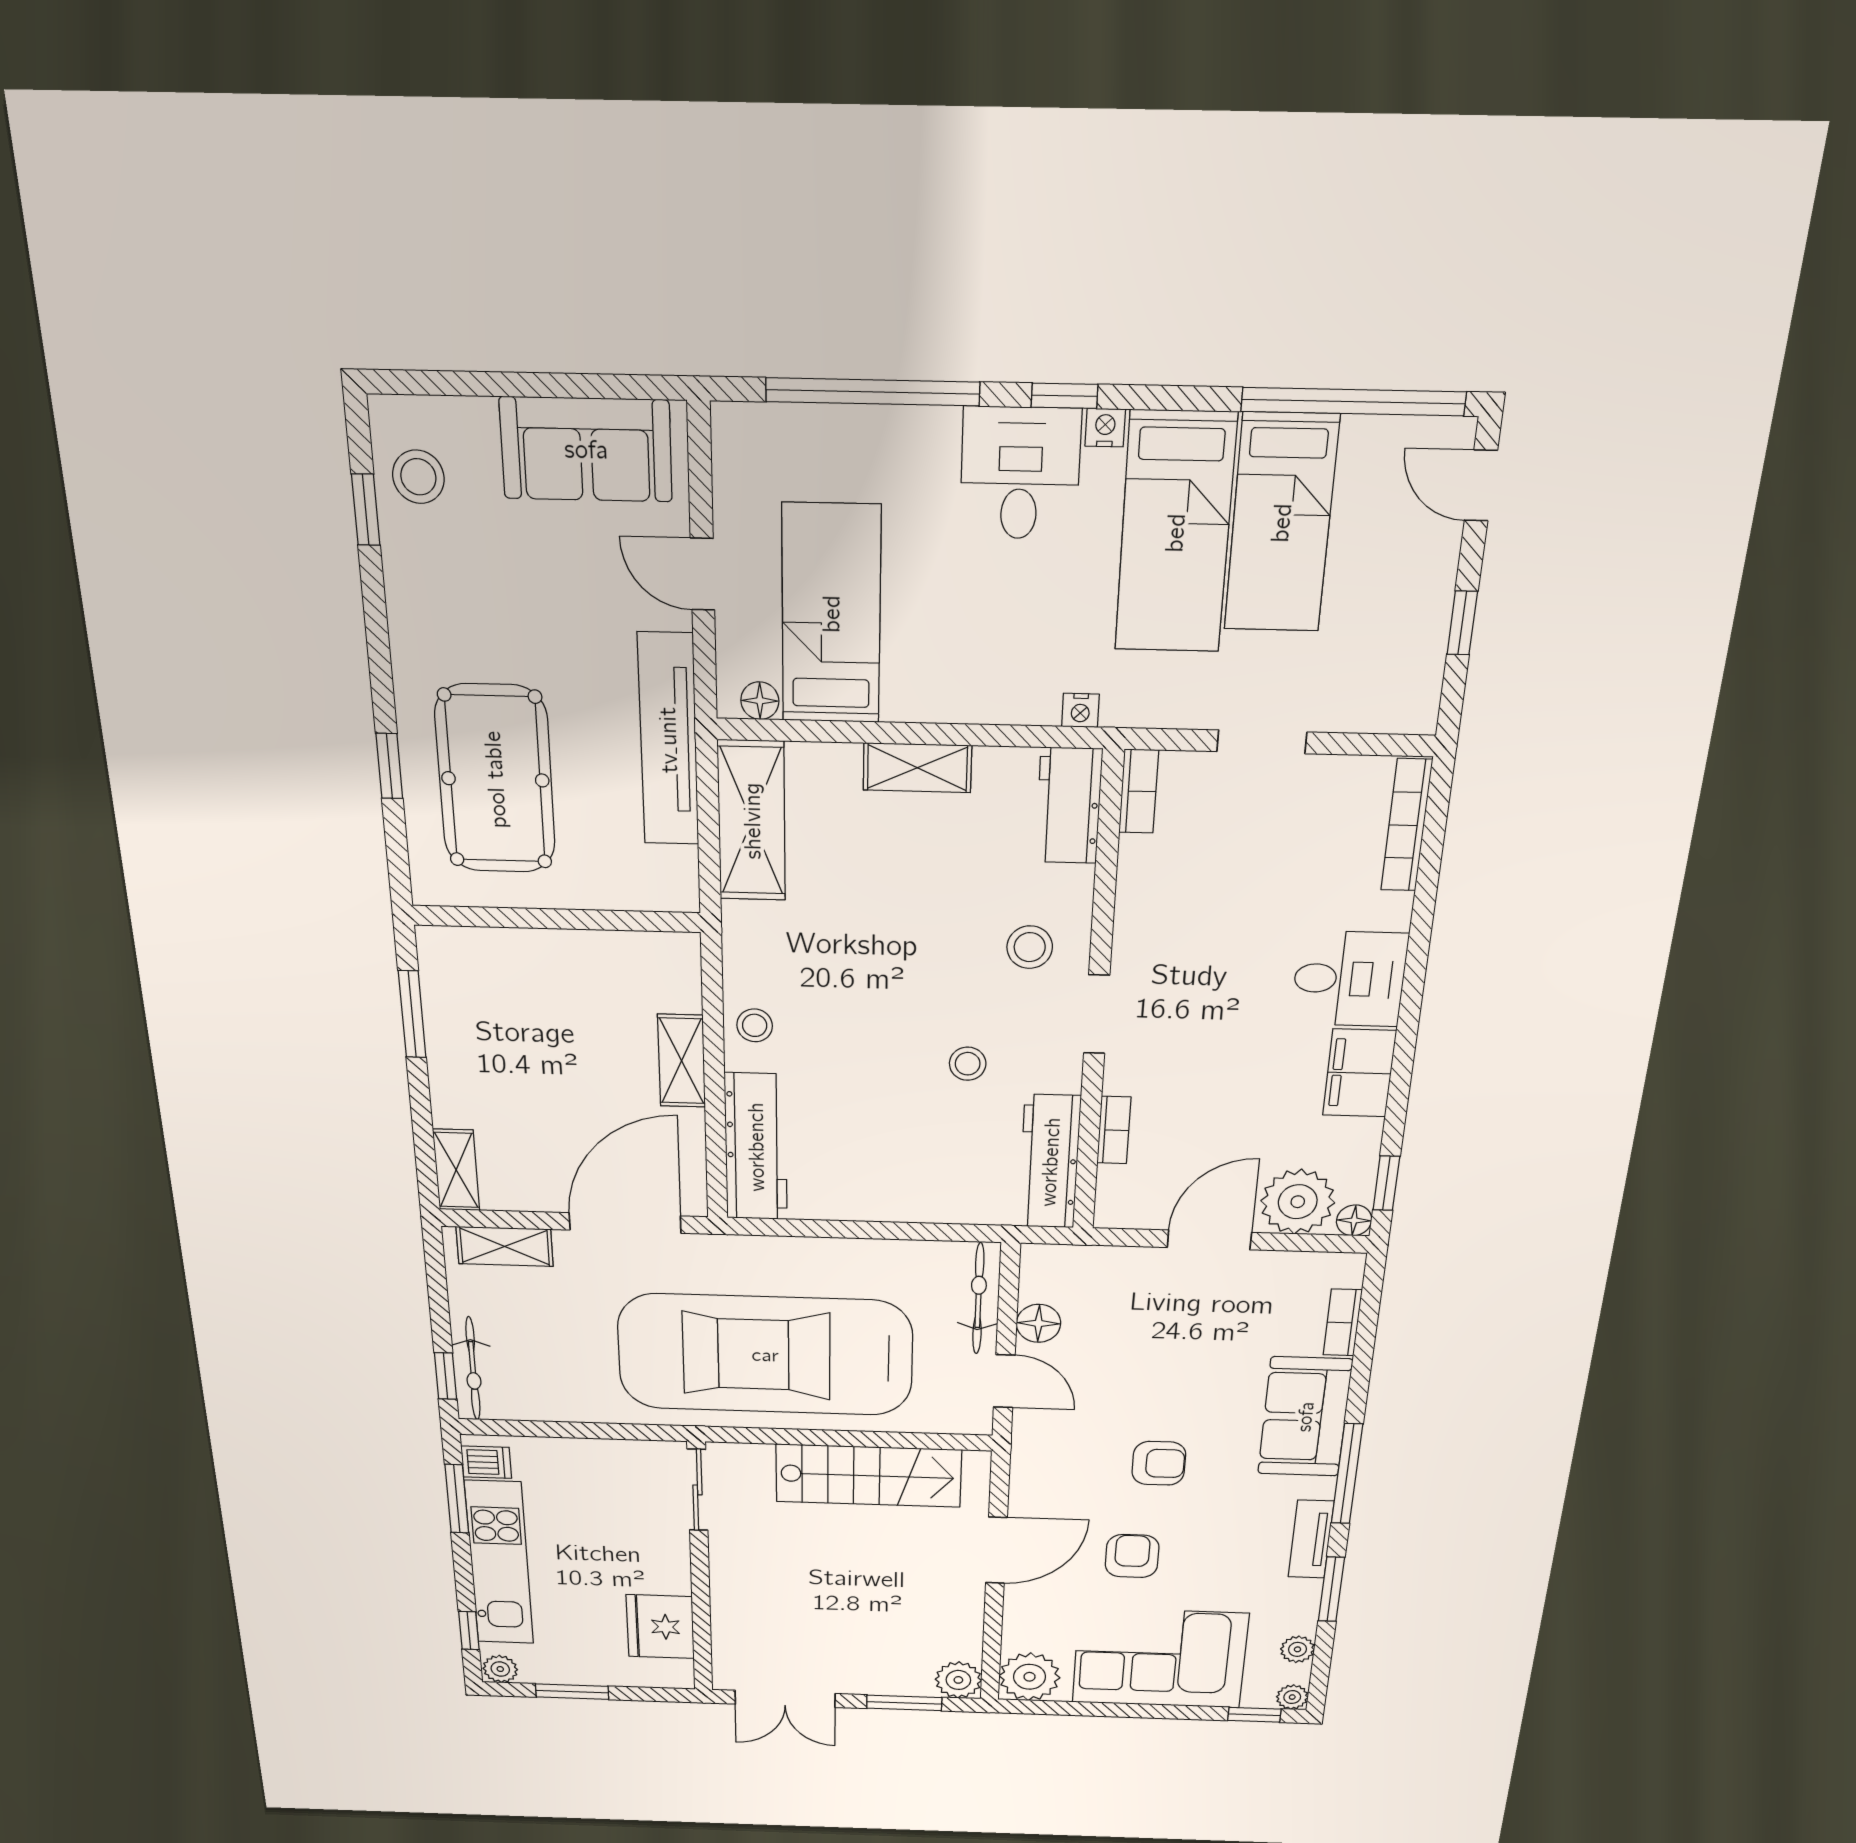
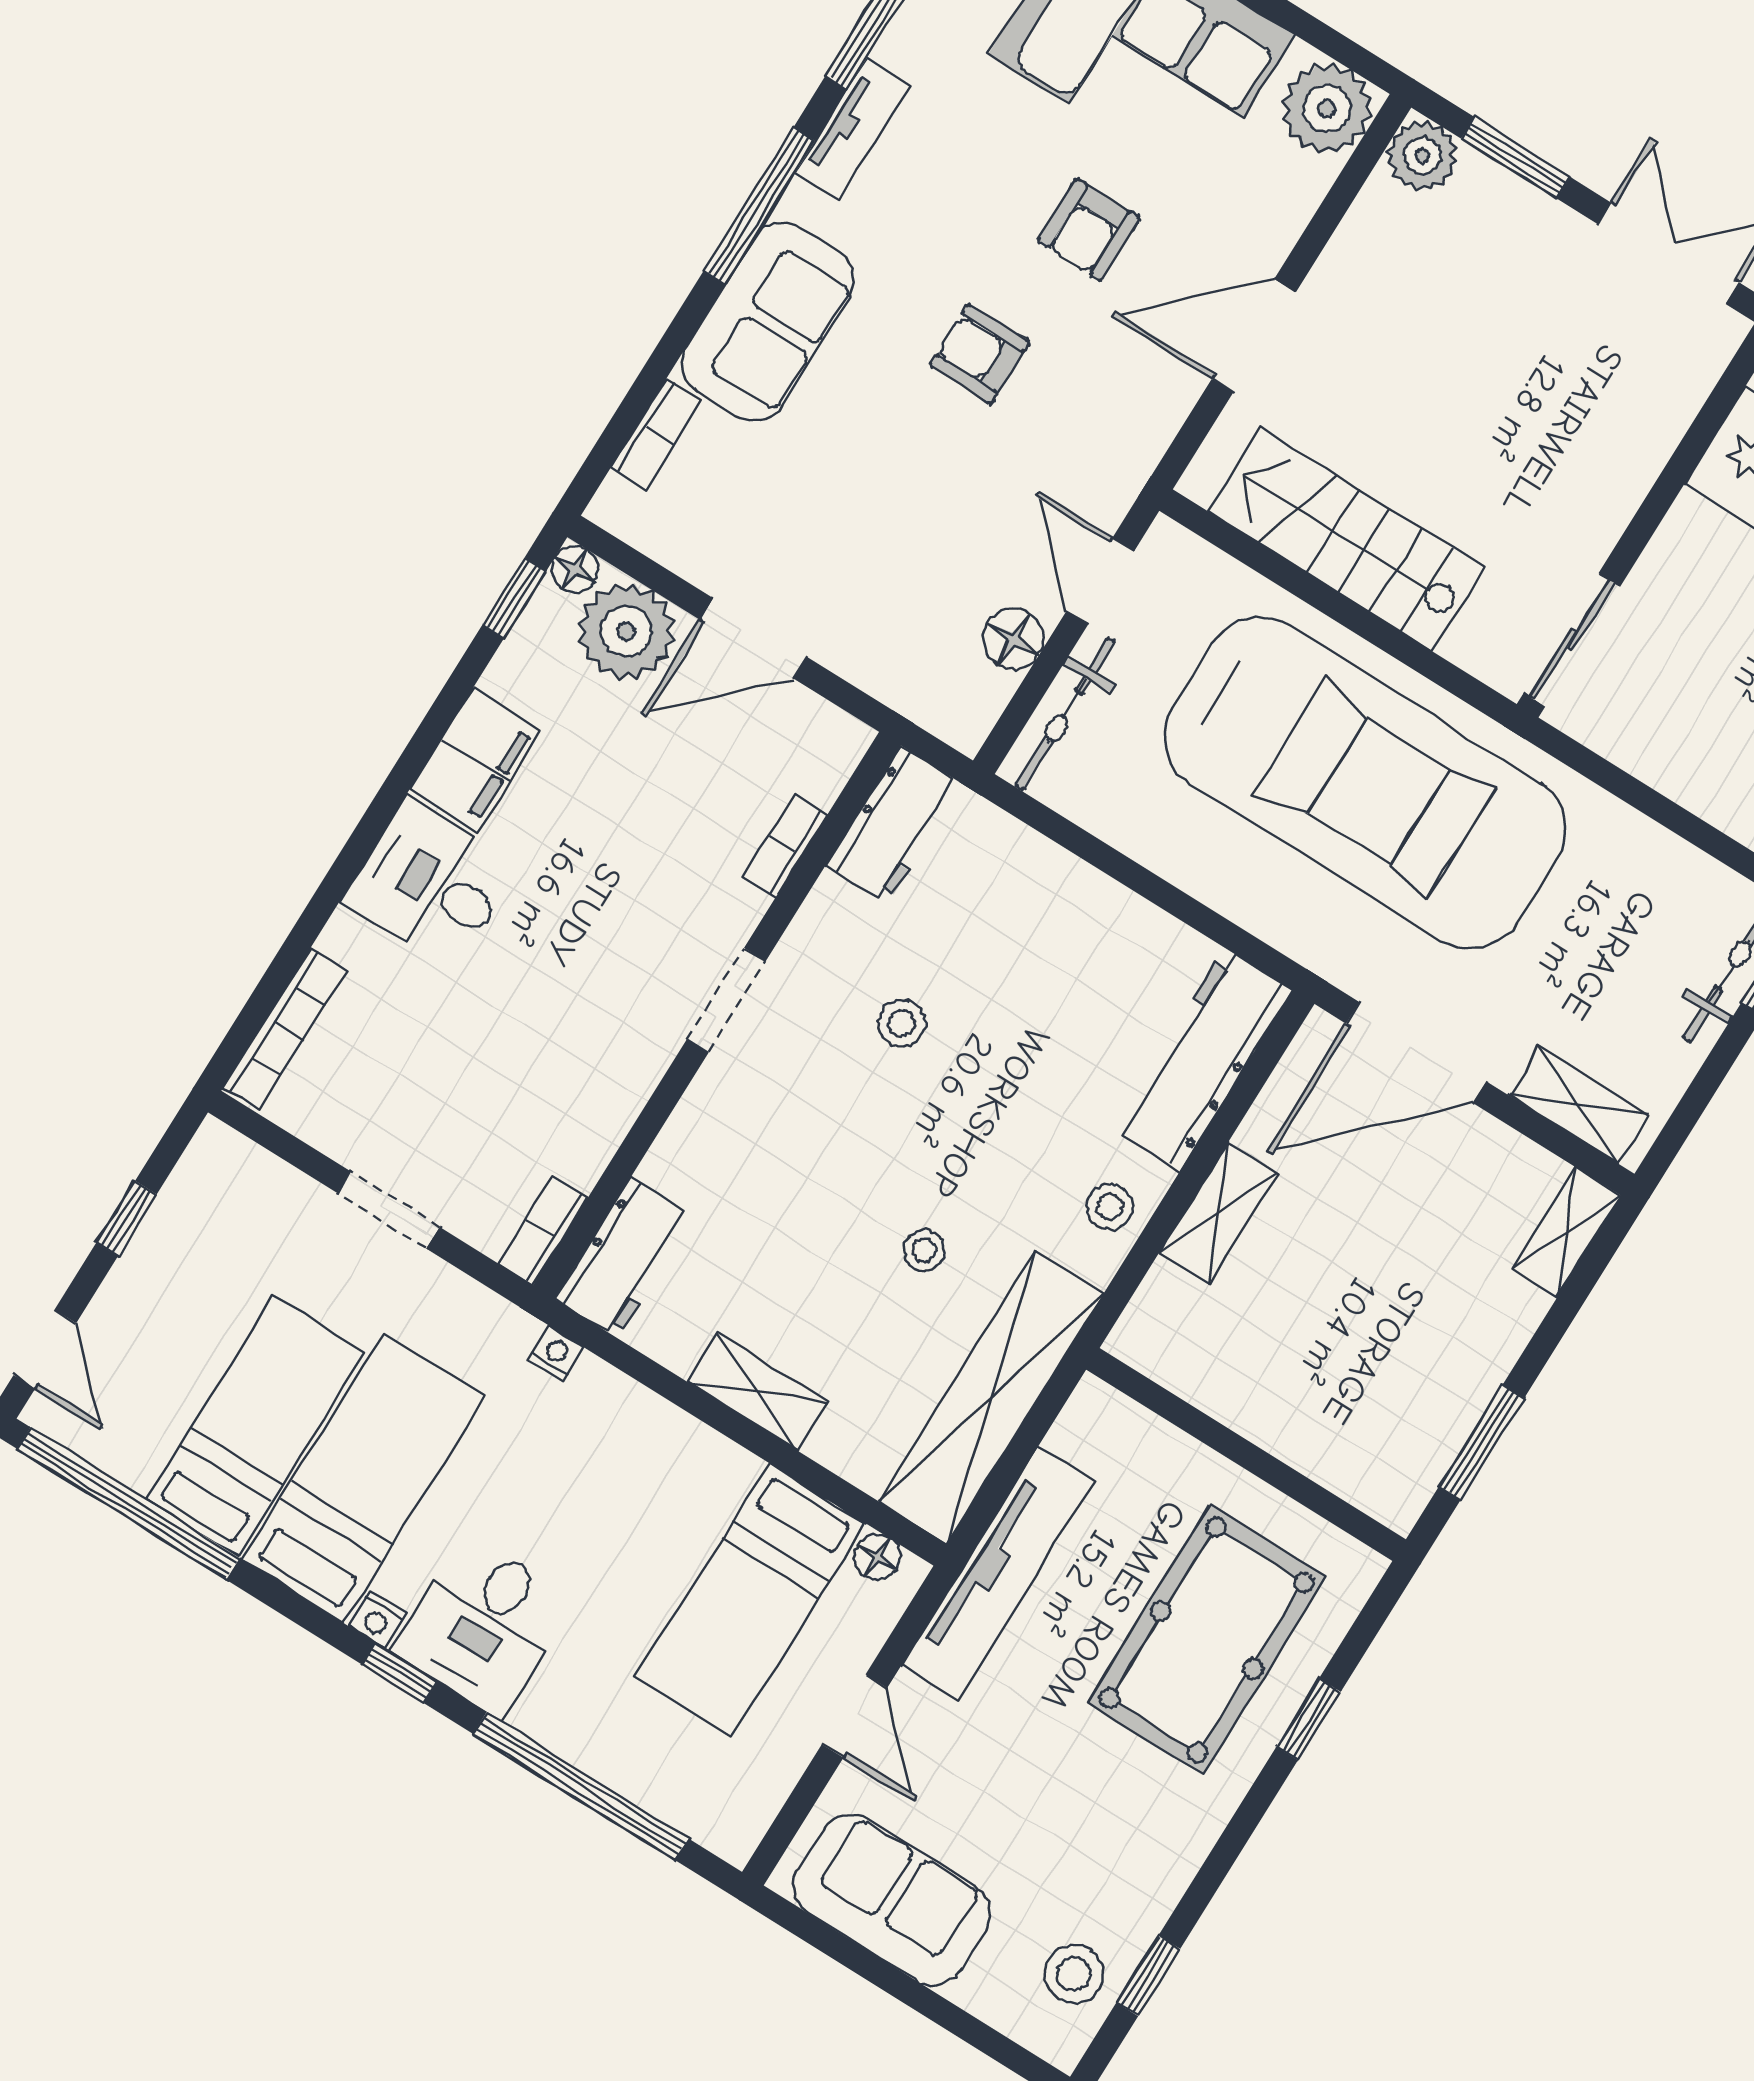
shelving: (752, 821) -> (991, 1397), width x1.47
stool: (1030, 947) -> (924, 1250), moved, width x0.73, depth x0.73
workbench: (1050, 1162) -> (894, 825), width x0.73

